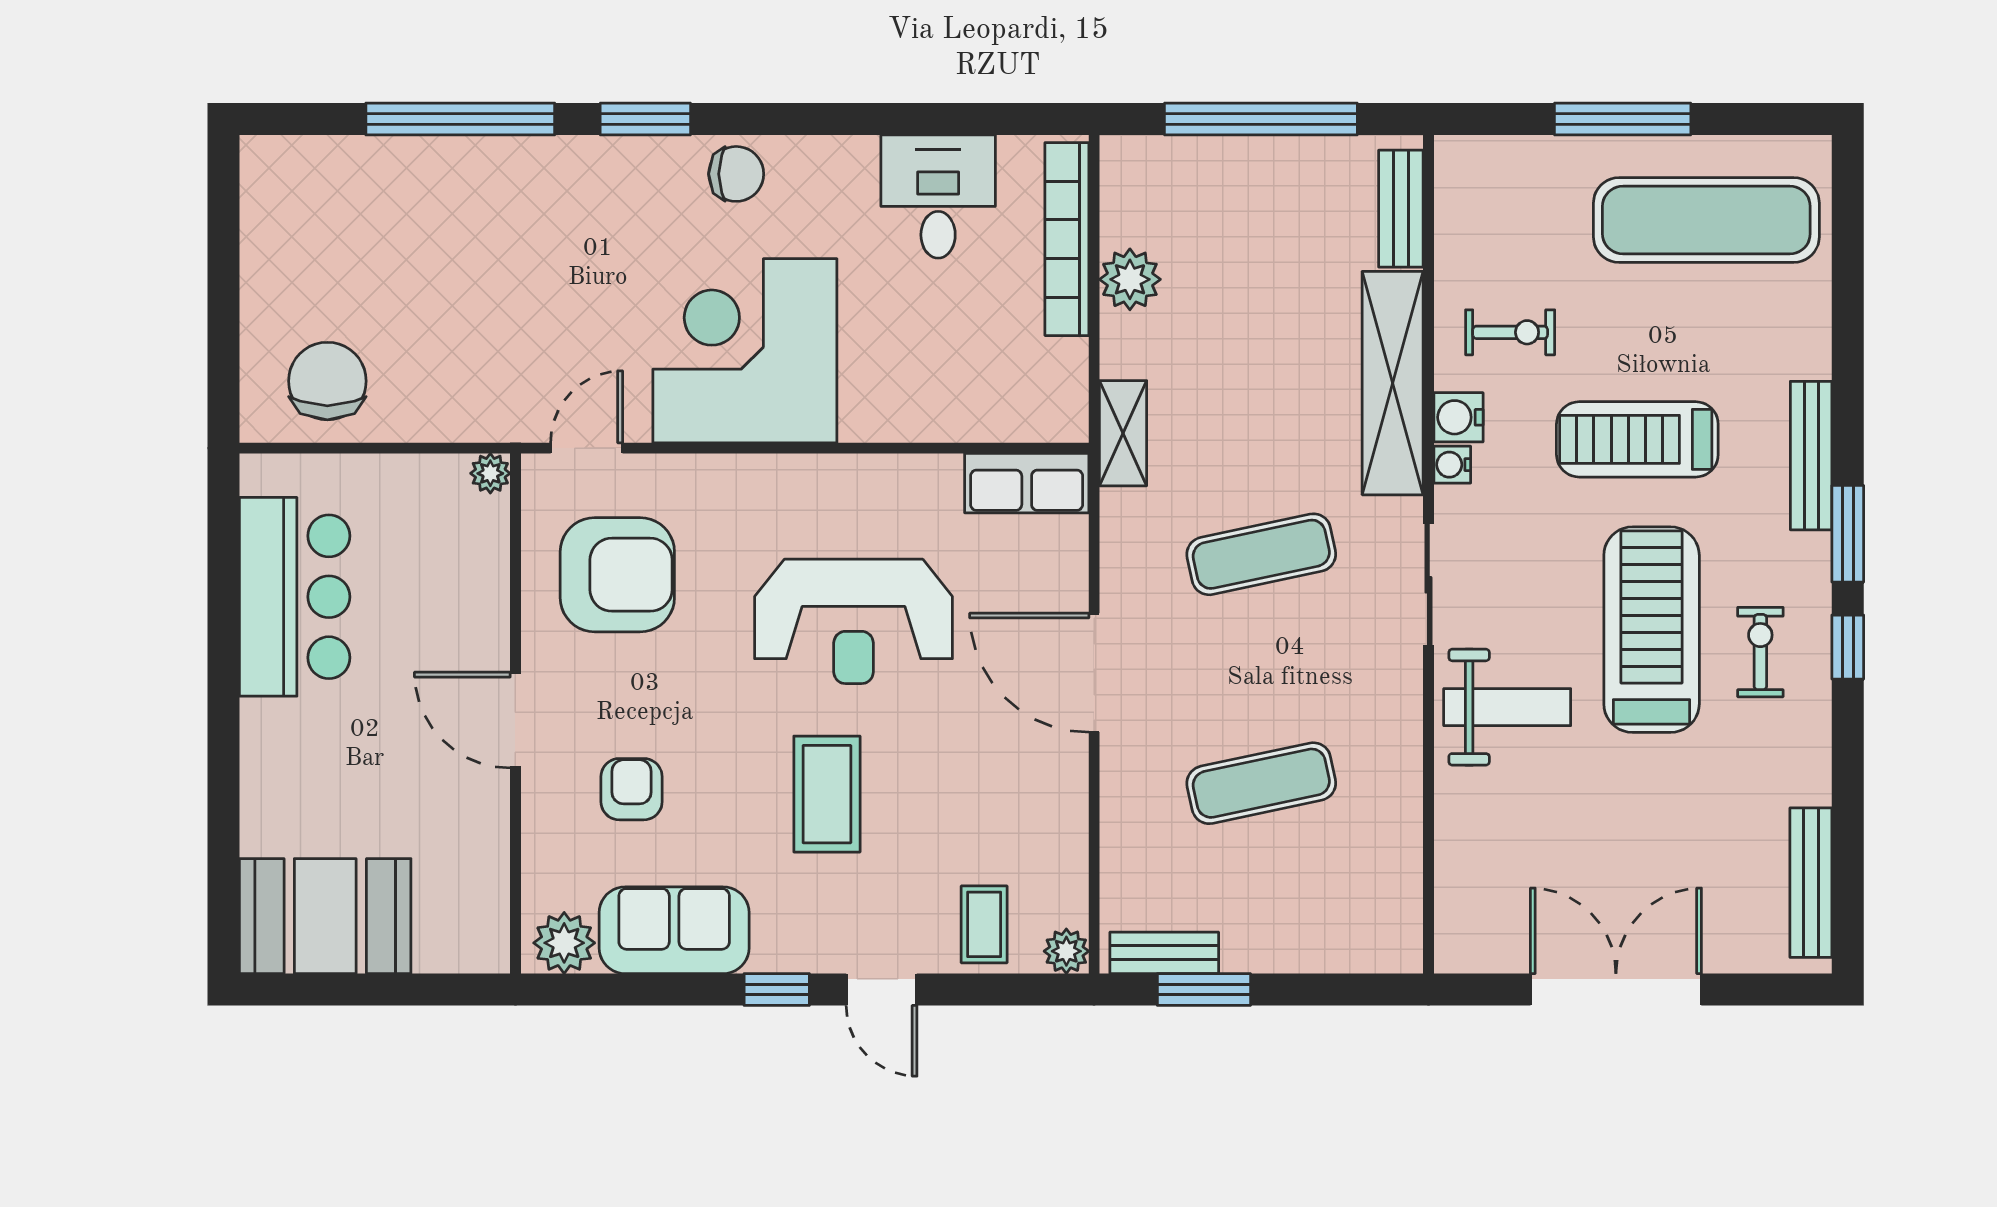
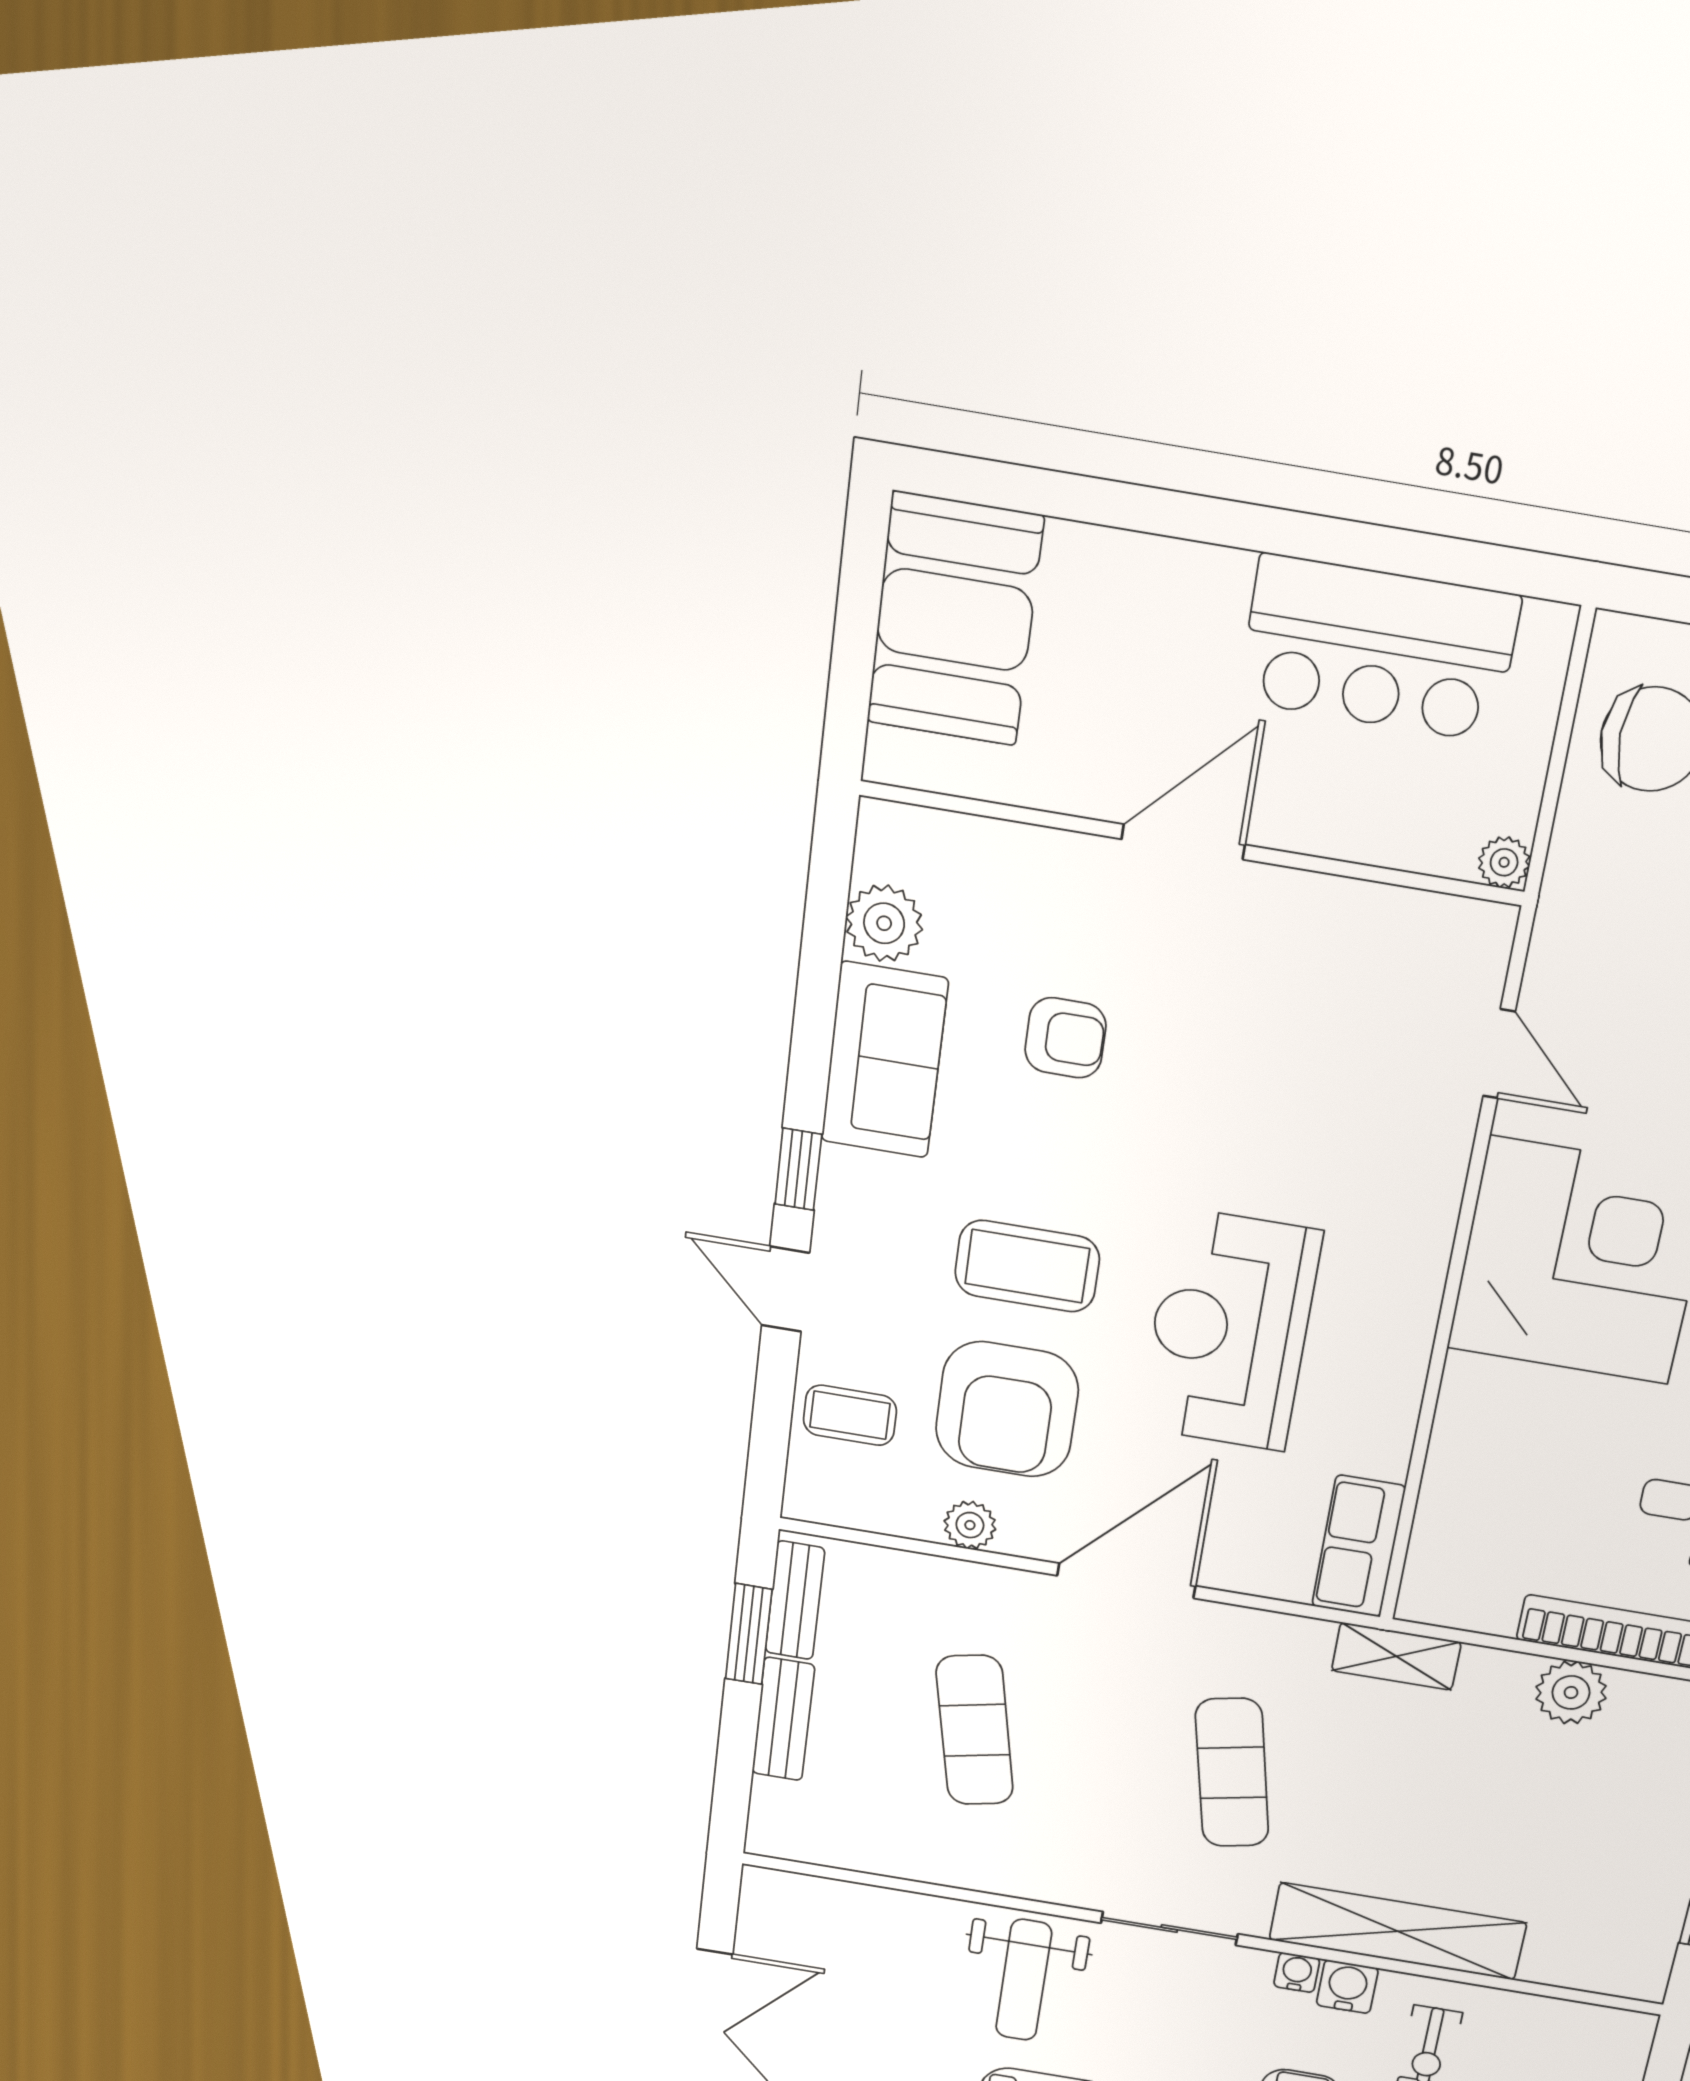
bench: (1401, 209) -> (783, 1719), moved, turned 90
plant: (490, 473) -> (1504, 862), moved
armchair: (617, 575) -> (1007, 1409), moved
wall: (515, 713) -> (1192, 843), moved
door: (515, 720) -> (1183, 842), moved
plant: (1066, 951) -> (970, 1525), moved
door: (882, 990) -> (786, 1289), hinge flipped

